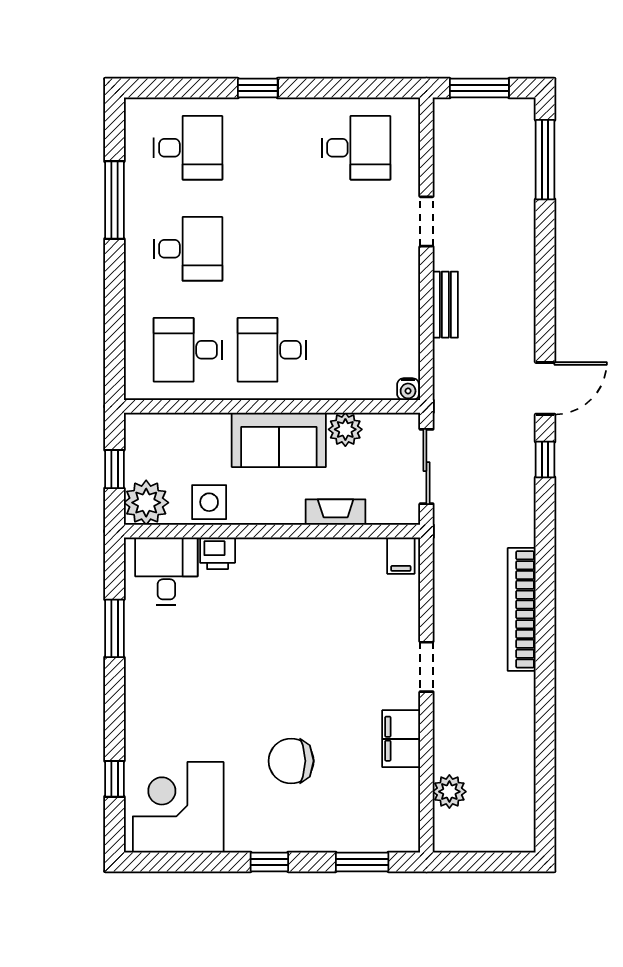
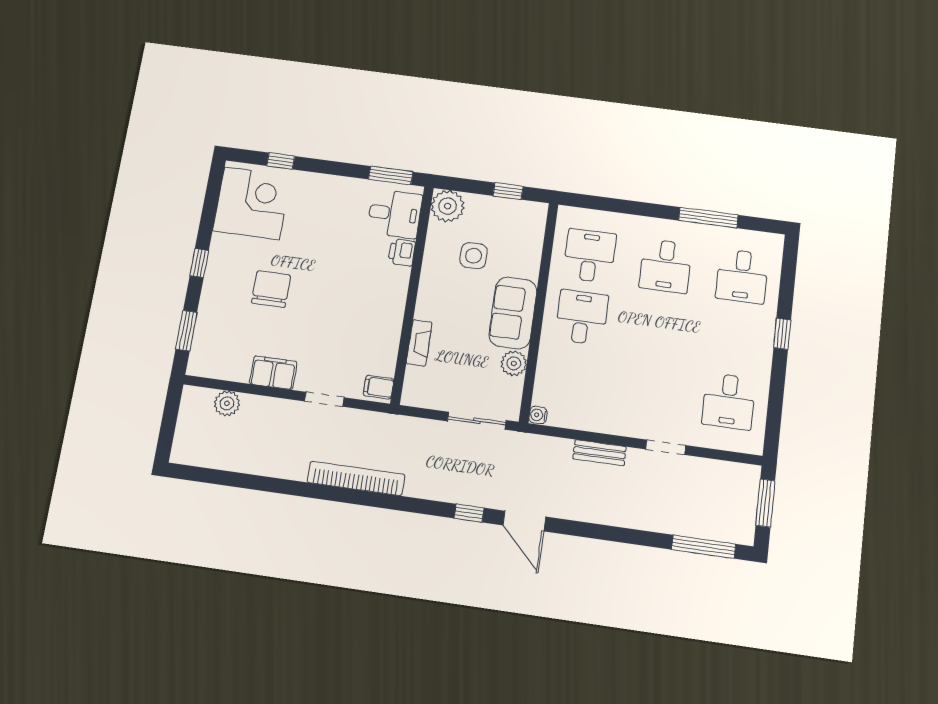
plant: (146, 503) -> (448, 206), moved
fireplace: (336, 512) -> (419, 343), moved
wall: (272, 531) -> (412, 294), moved
printer: (218, 553) -> (402, 252), moved
filing cabinet: (401, 556) -> (379, 387), moved
desk: (166, 571) -> (395, 214), moved

